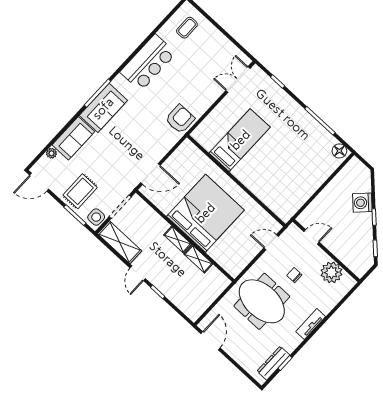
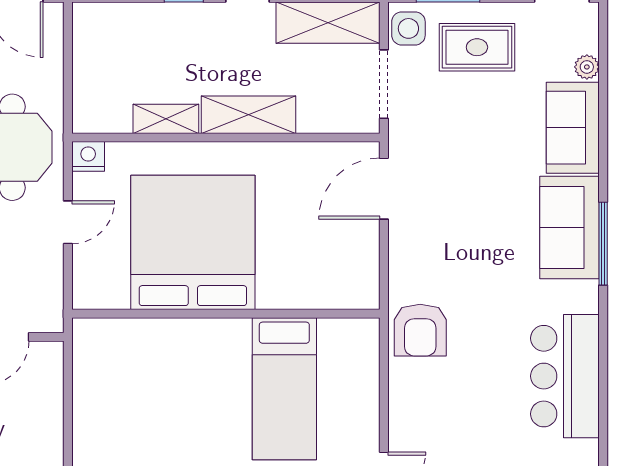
rug: (80, 191) -> (477, 47), turned 90
bed: (205, 213) -> (193, 242), moved, turned 180
shelving: (178, 240) -> (248, 115), width x1.50, depth x1.33
door: (271, 242) -> (68, 222), moved
nightstand: (234, 270) -> (88, 156), added

